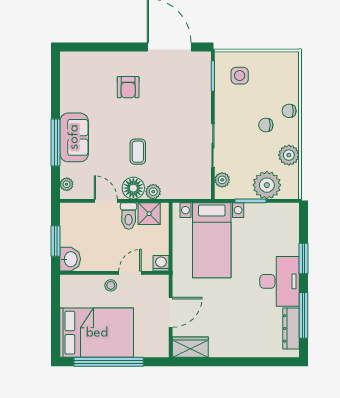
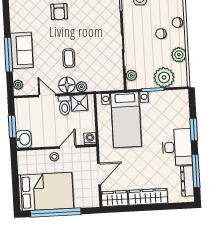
wardrobe: (236, 347) -> (148, 197), added

